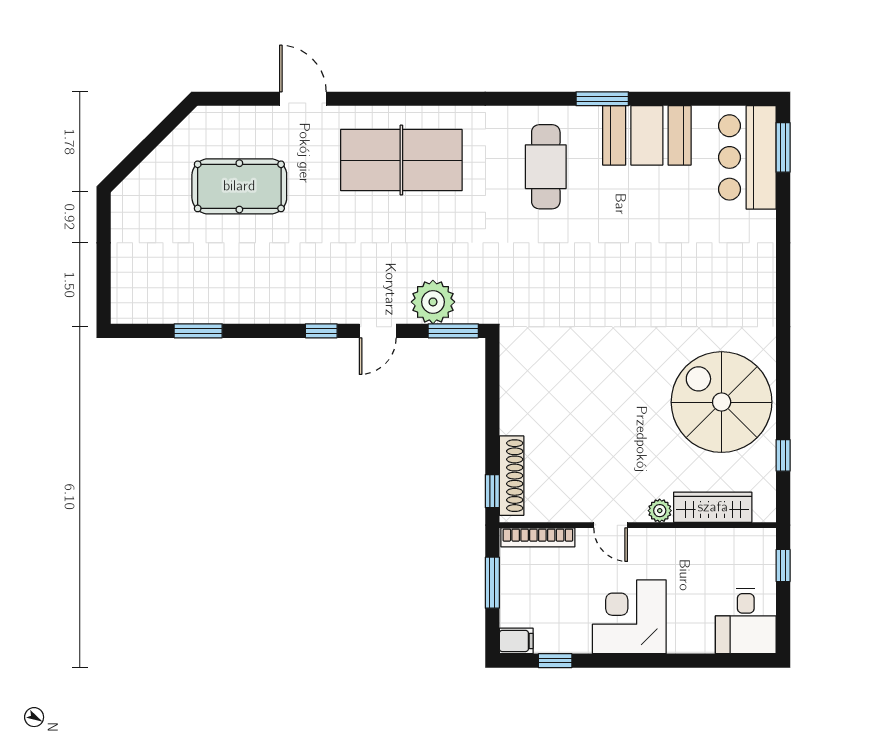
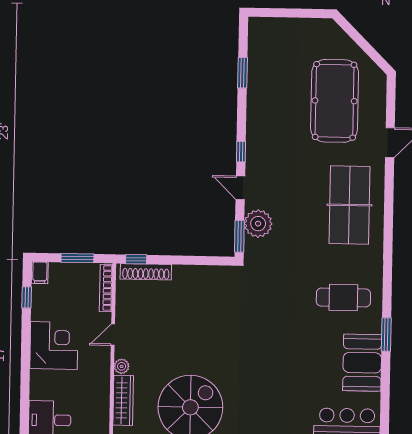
pool table: (239, 186) -> (335, 101), width x1.36, depth x1.32

